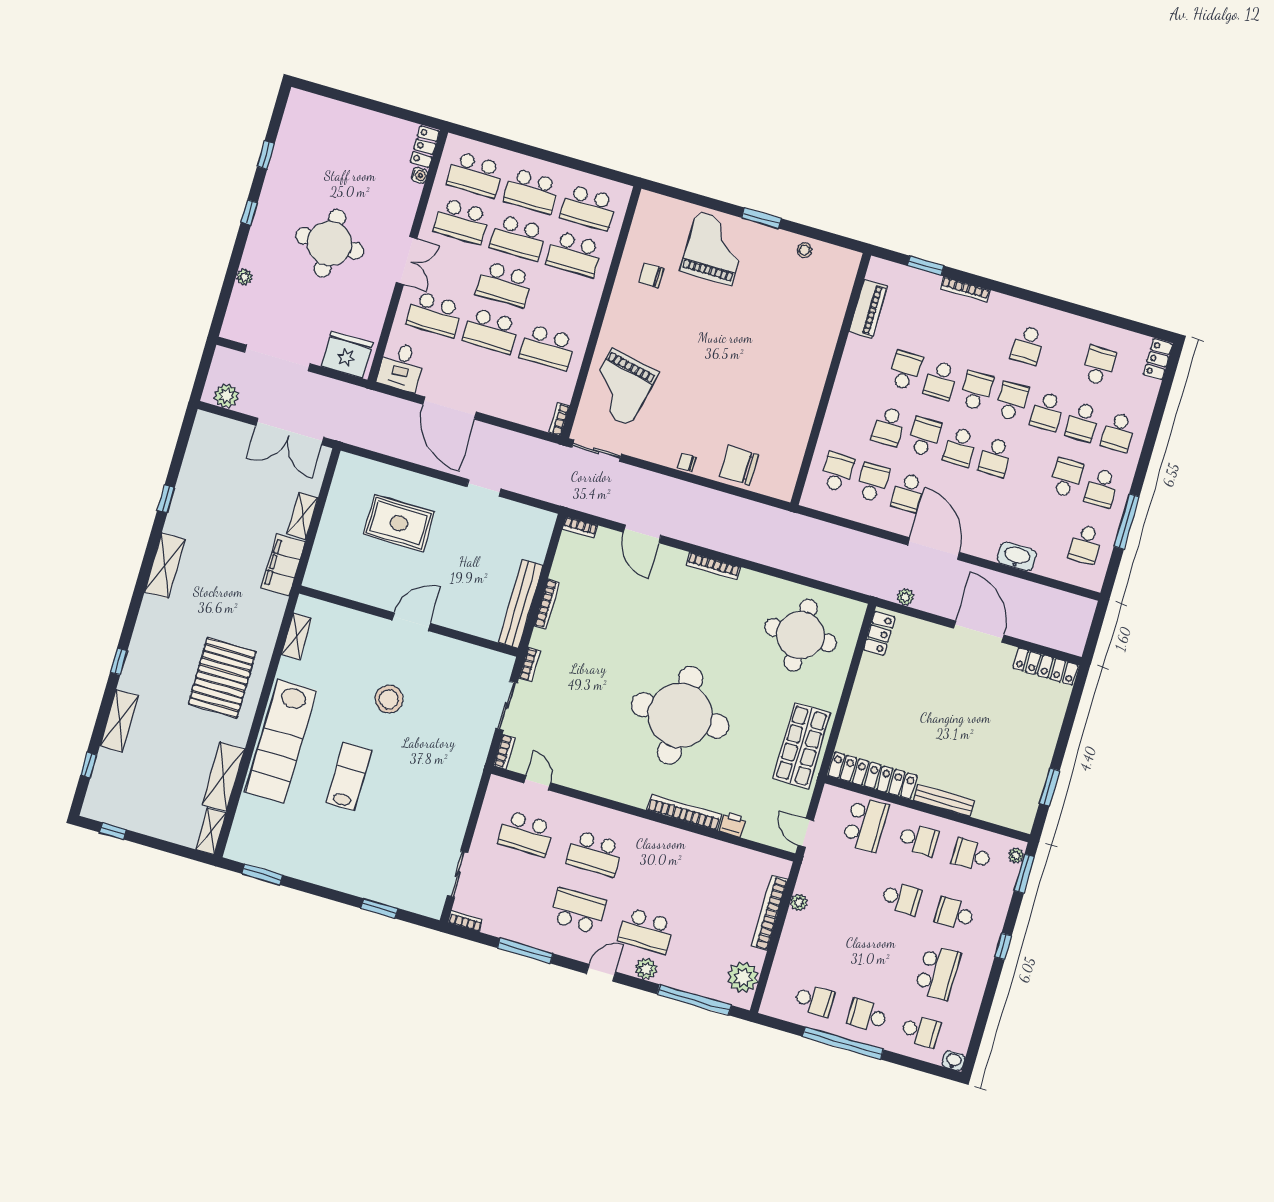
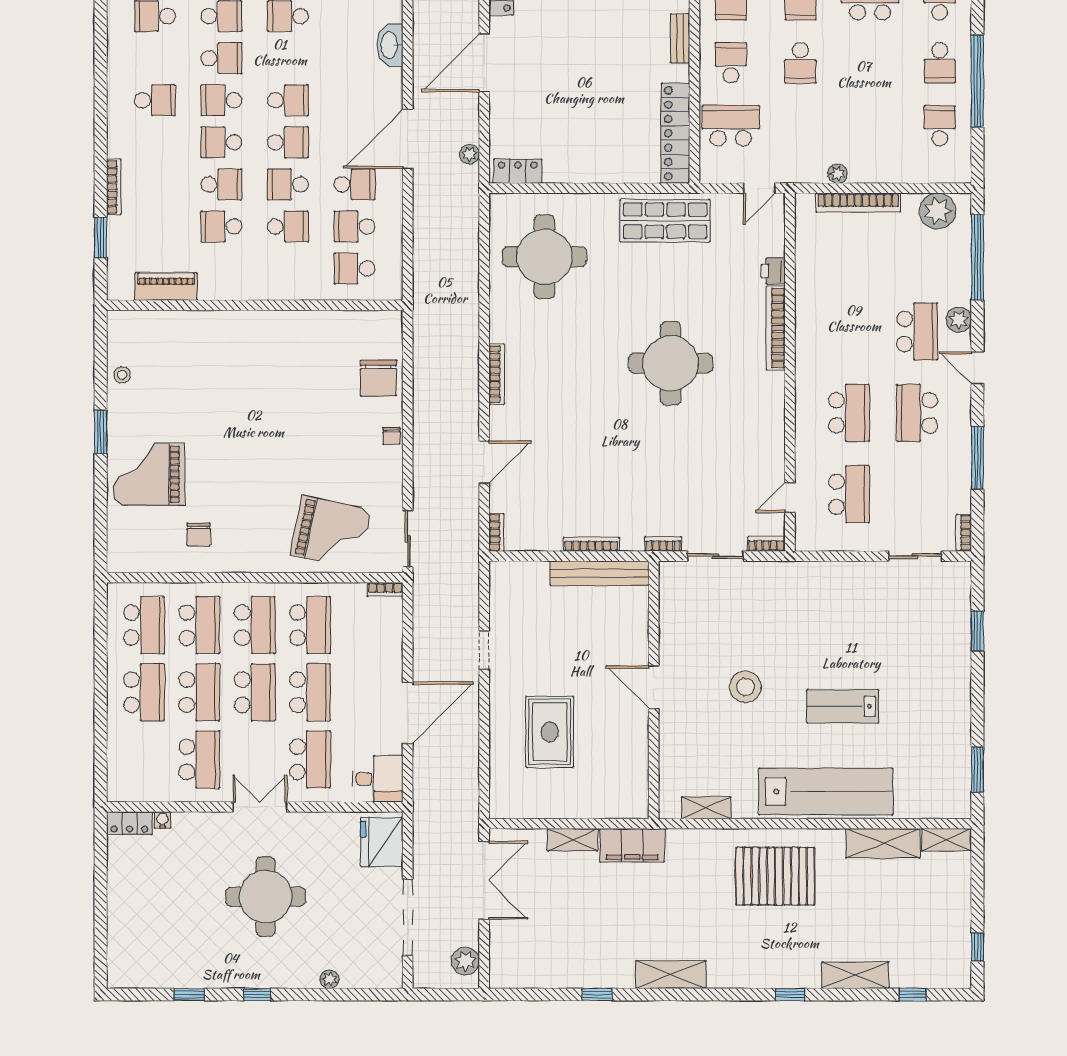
school desk: (475, 175) -> (255, 625), moved
round table: (680, 715) -> (671, 363), width x0.73, depth x0.73
bench: (944, 801) -> (680, 38), width x0.73
school desk: (901, 898) -> (800, 63), turned 180

